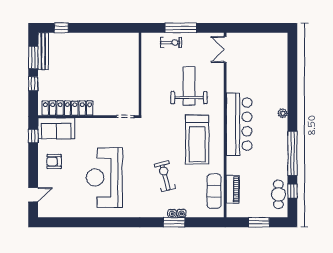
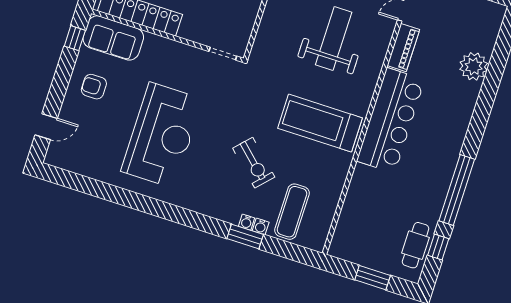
plant: (283, 113) -> (474, 66), moved, width x1.87, depth x1.87
treadmill: (197, 139) -> (320, 123), turned 90
exercise bike: (165, 176) -> (254, 163), turned 148
reception desk: (104, 177) -> (162, 135), turned 180
piano: (233, 189) -> (403, 48), moved
exercise mat: (214, 191) -> (292, 212), moved

